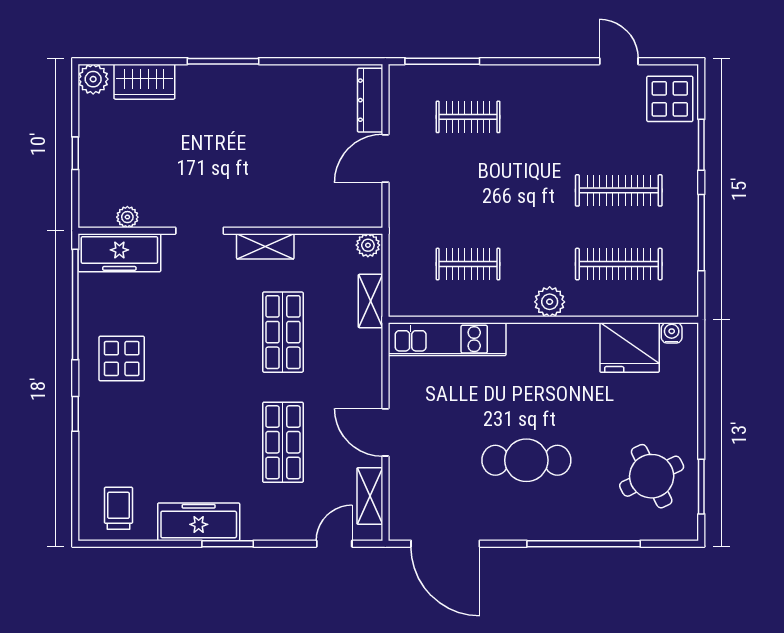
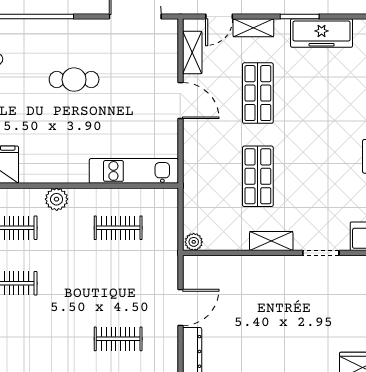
shelving: (370, 301) -> (253, 28), moved, turned 90
cafe table: (526, 460) -> (74, 80), width x0.73, depth x0.74

